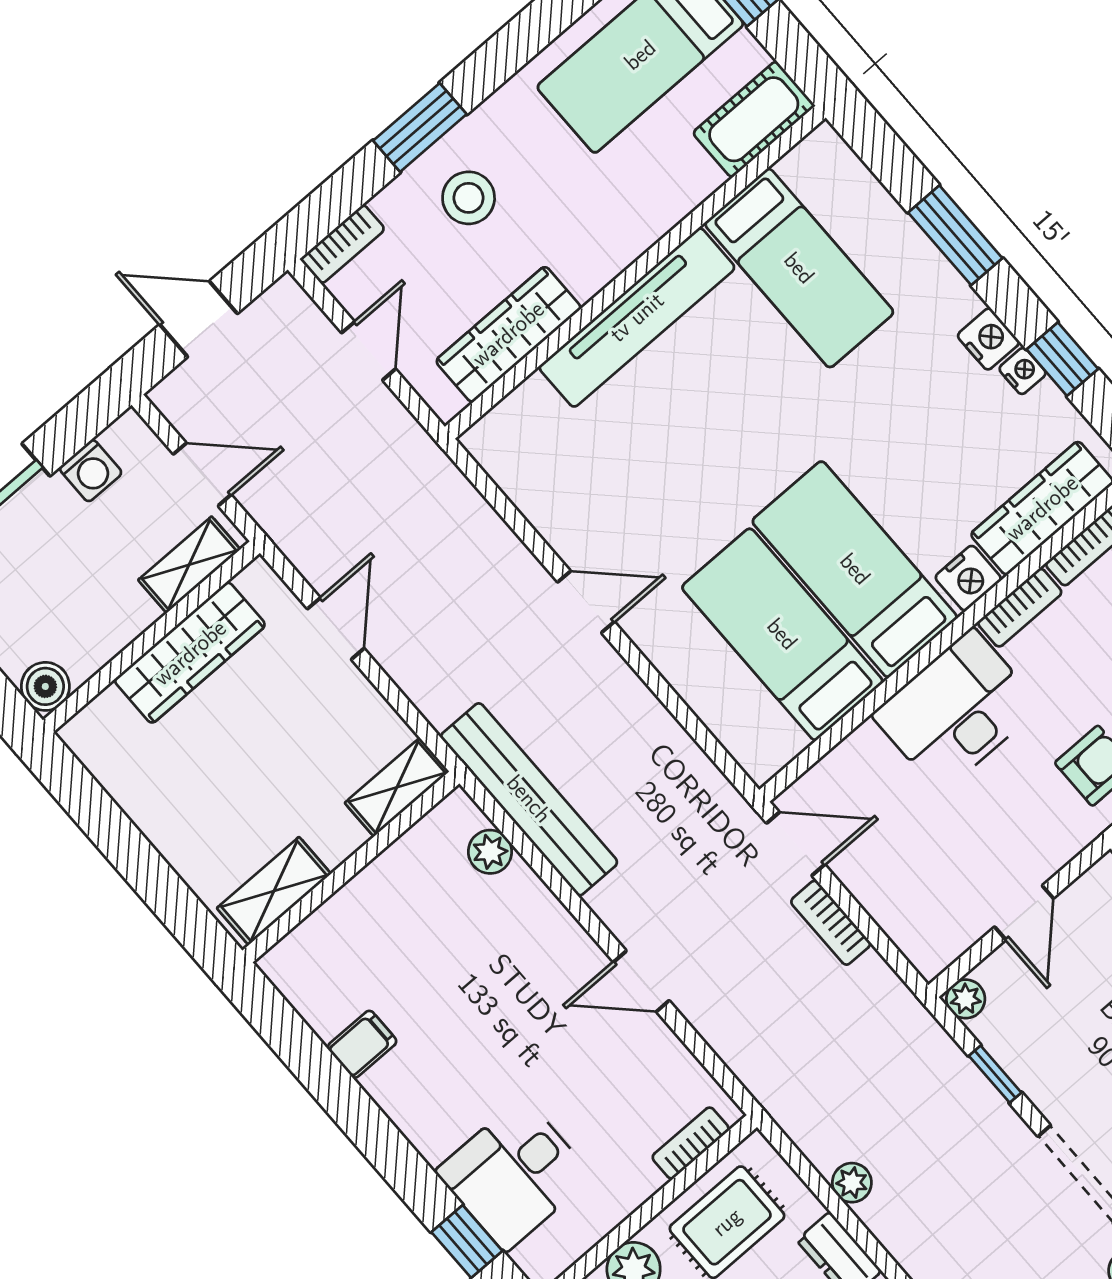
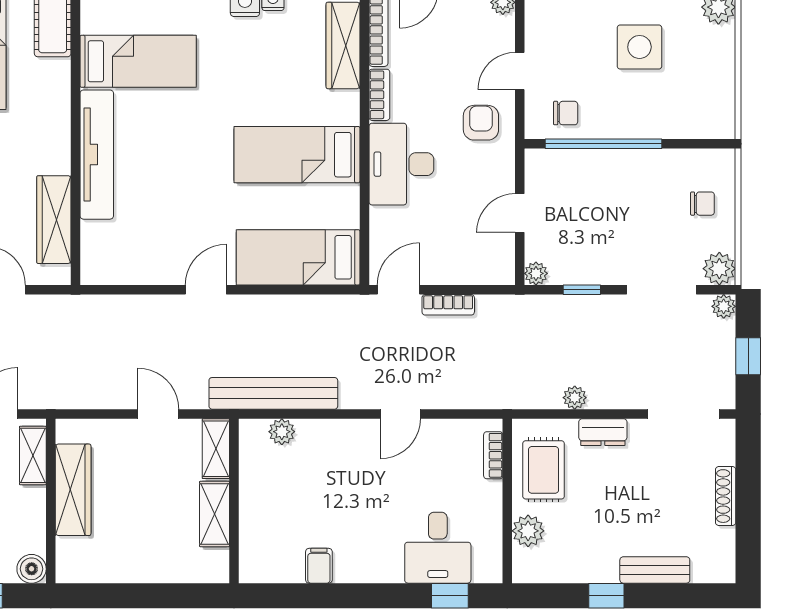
nightstand: (968, 578) -> (346, 107), removed
door: (336, 629) -> (158, 414), moved
bed: (782, 634) -> (298, 257), moved
shelving: (274, 891) -> (215, 514), moved
door: (1024, 913) -> (520, 213), swing flipped

